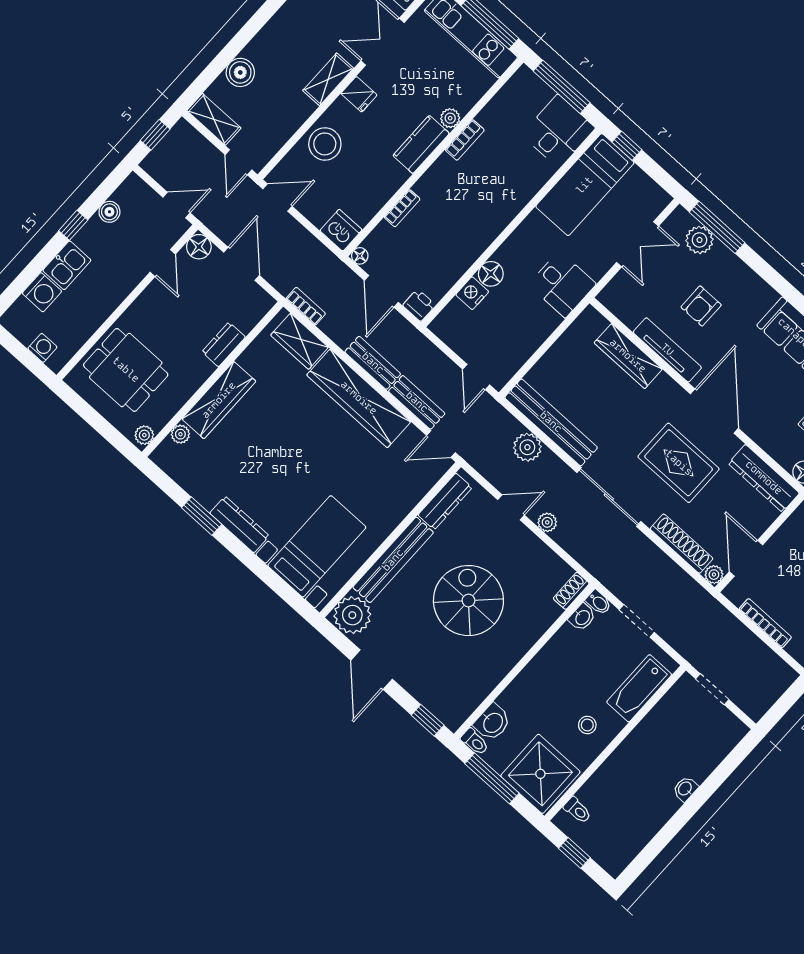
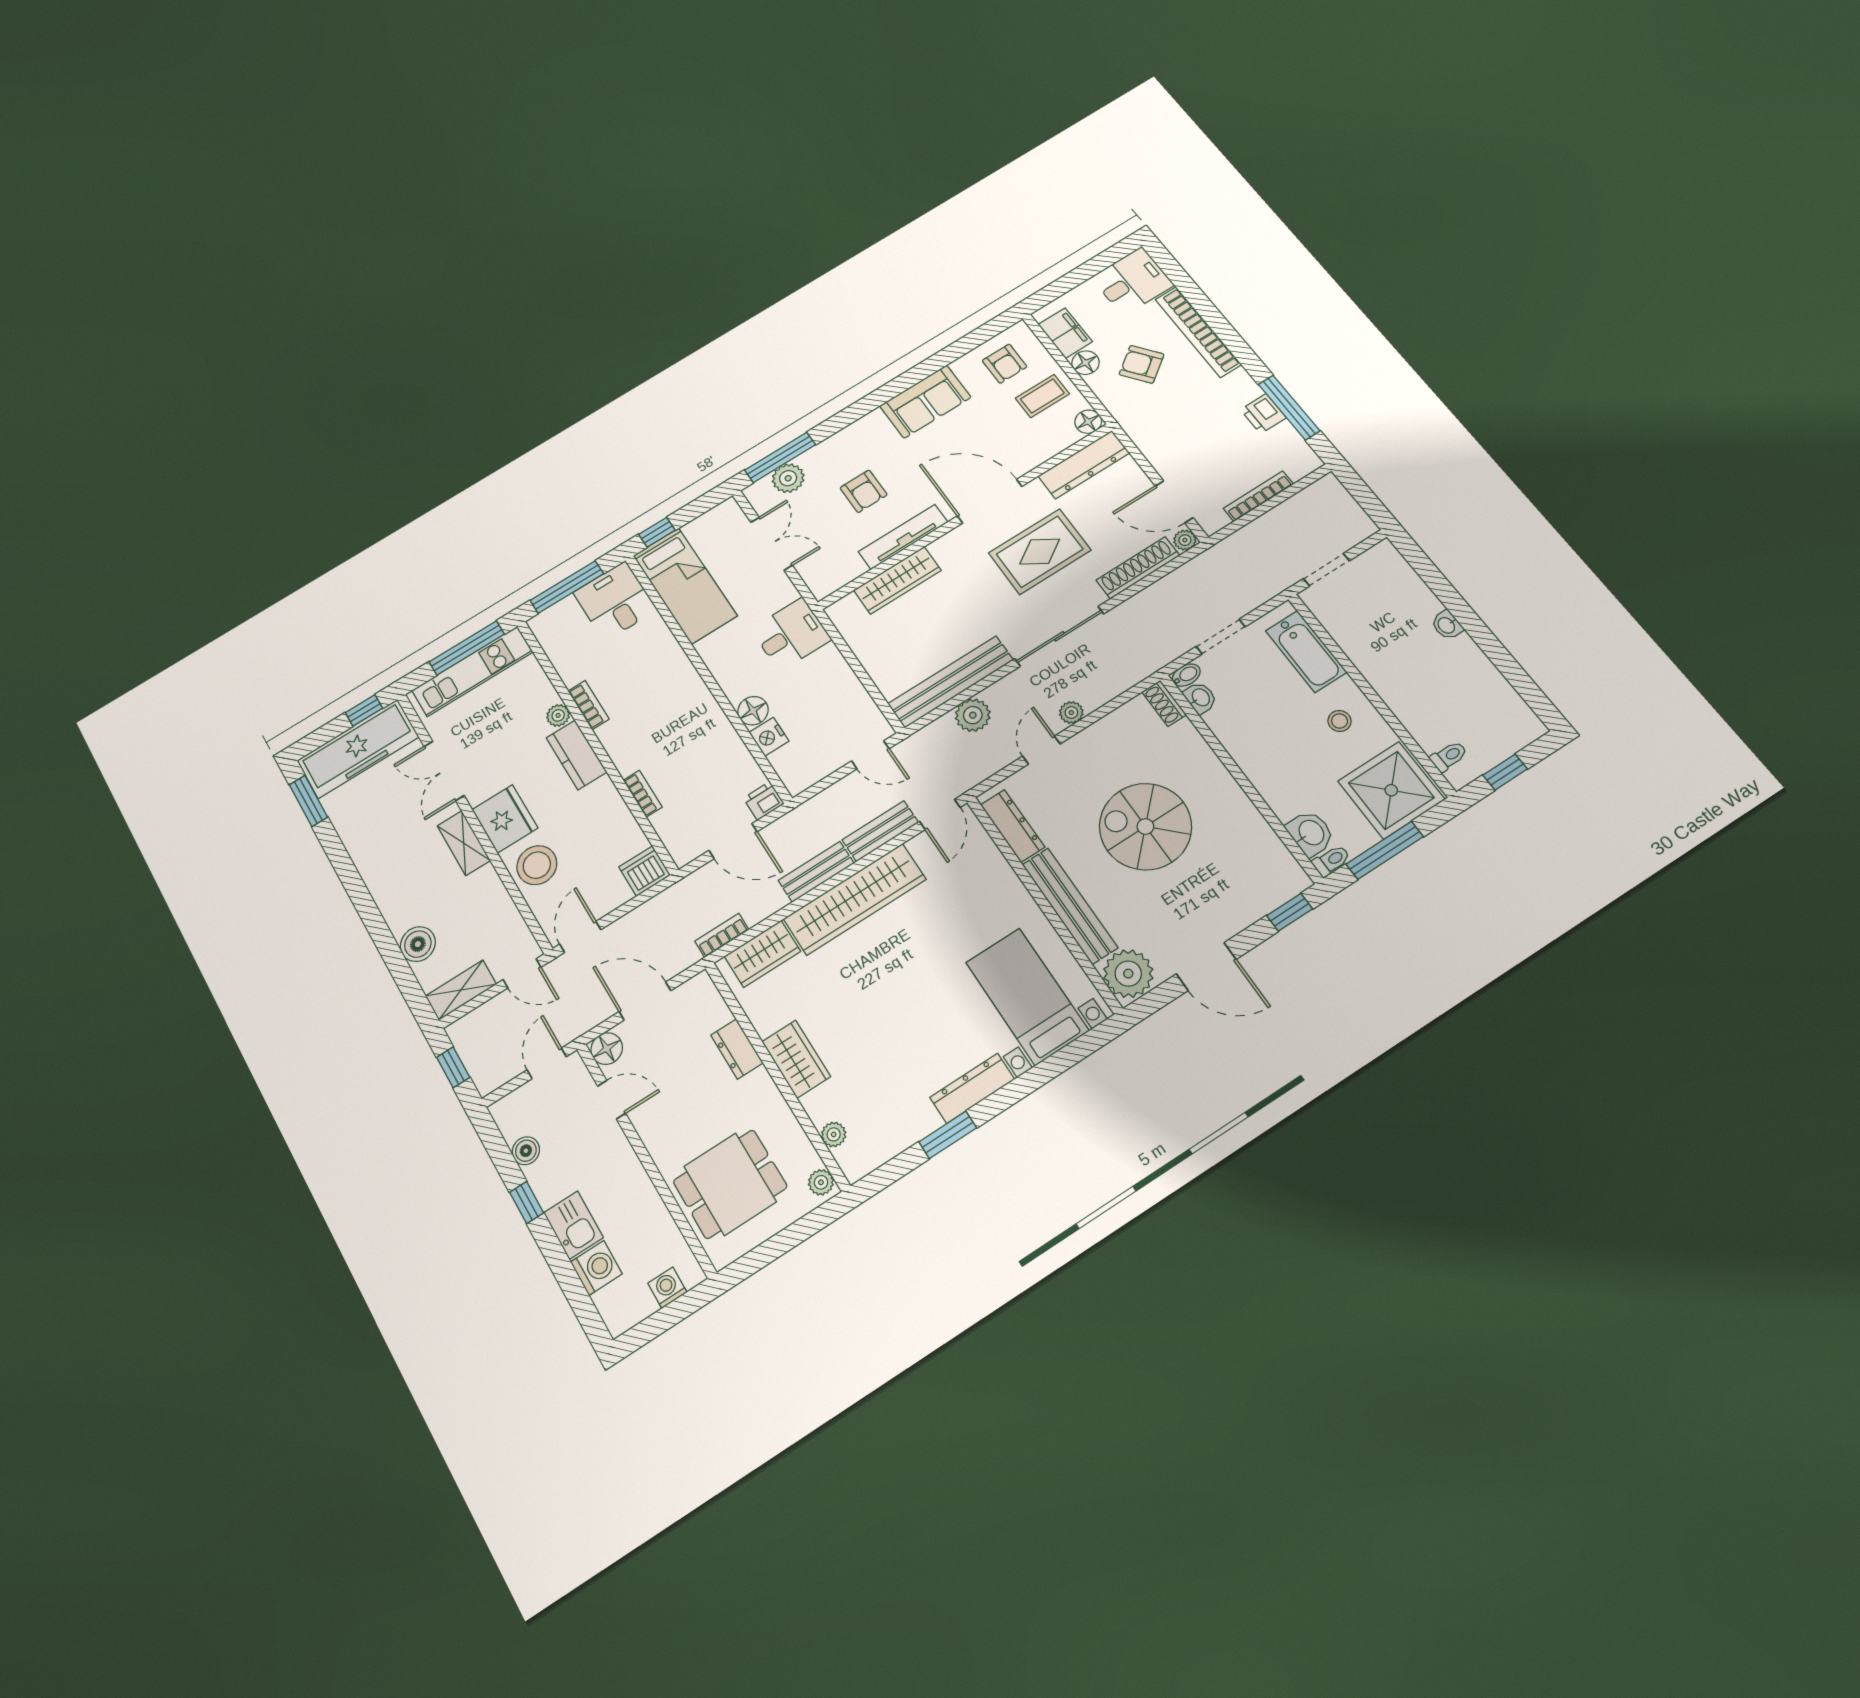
fridge: (359, 94) -> (505, 819), width x1.88, depth x1.34
floor lamp: (360, 256) -> (682, 856), removed
wardrobe: (219, 400) -> (796, 1059), width x0.67

